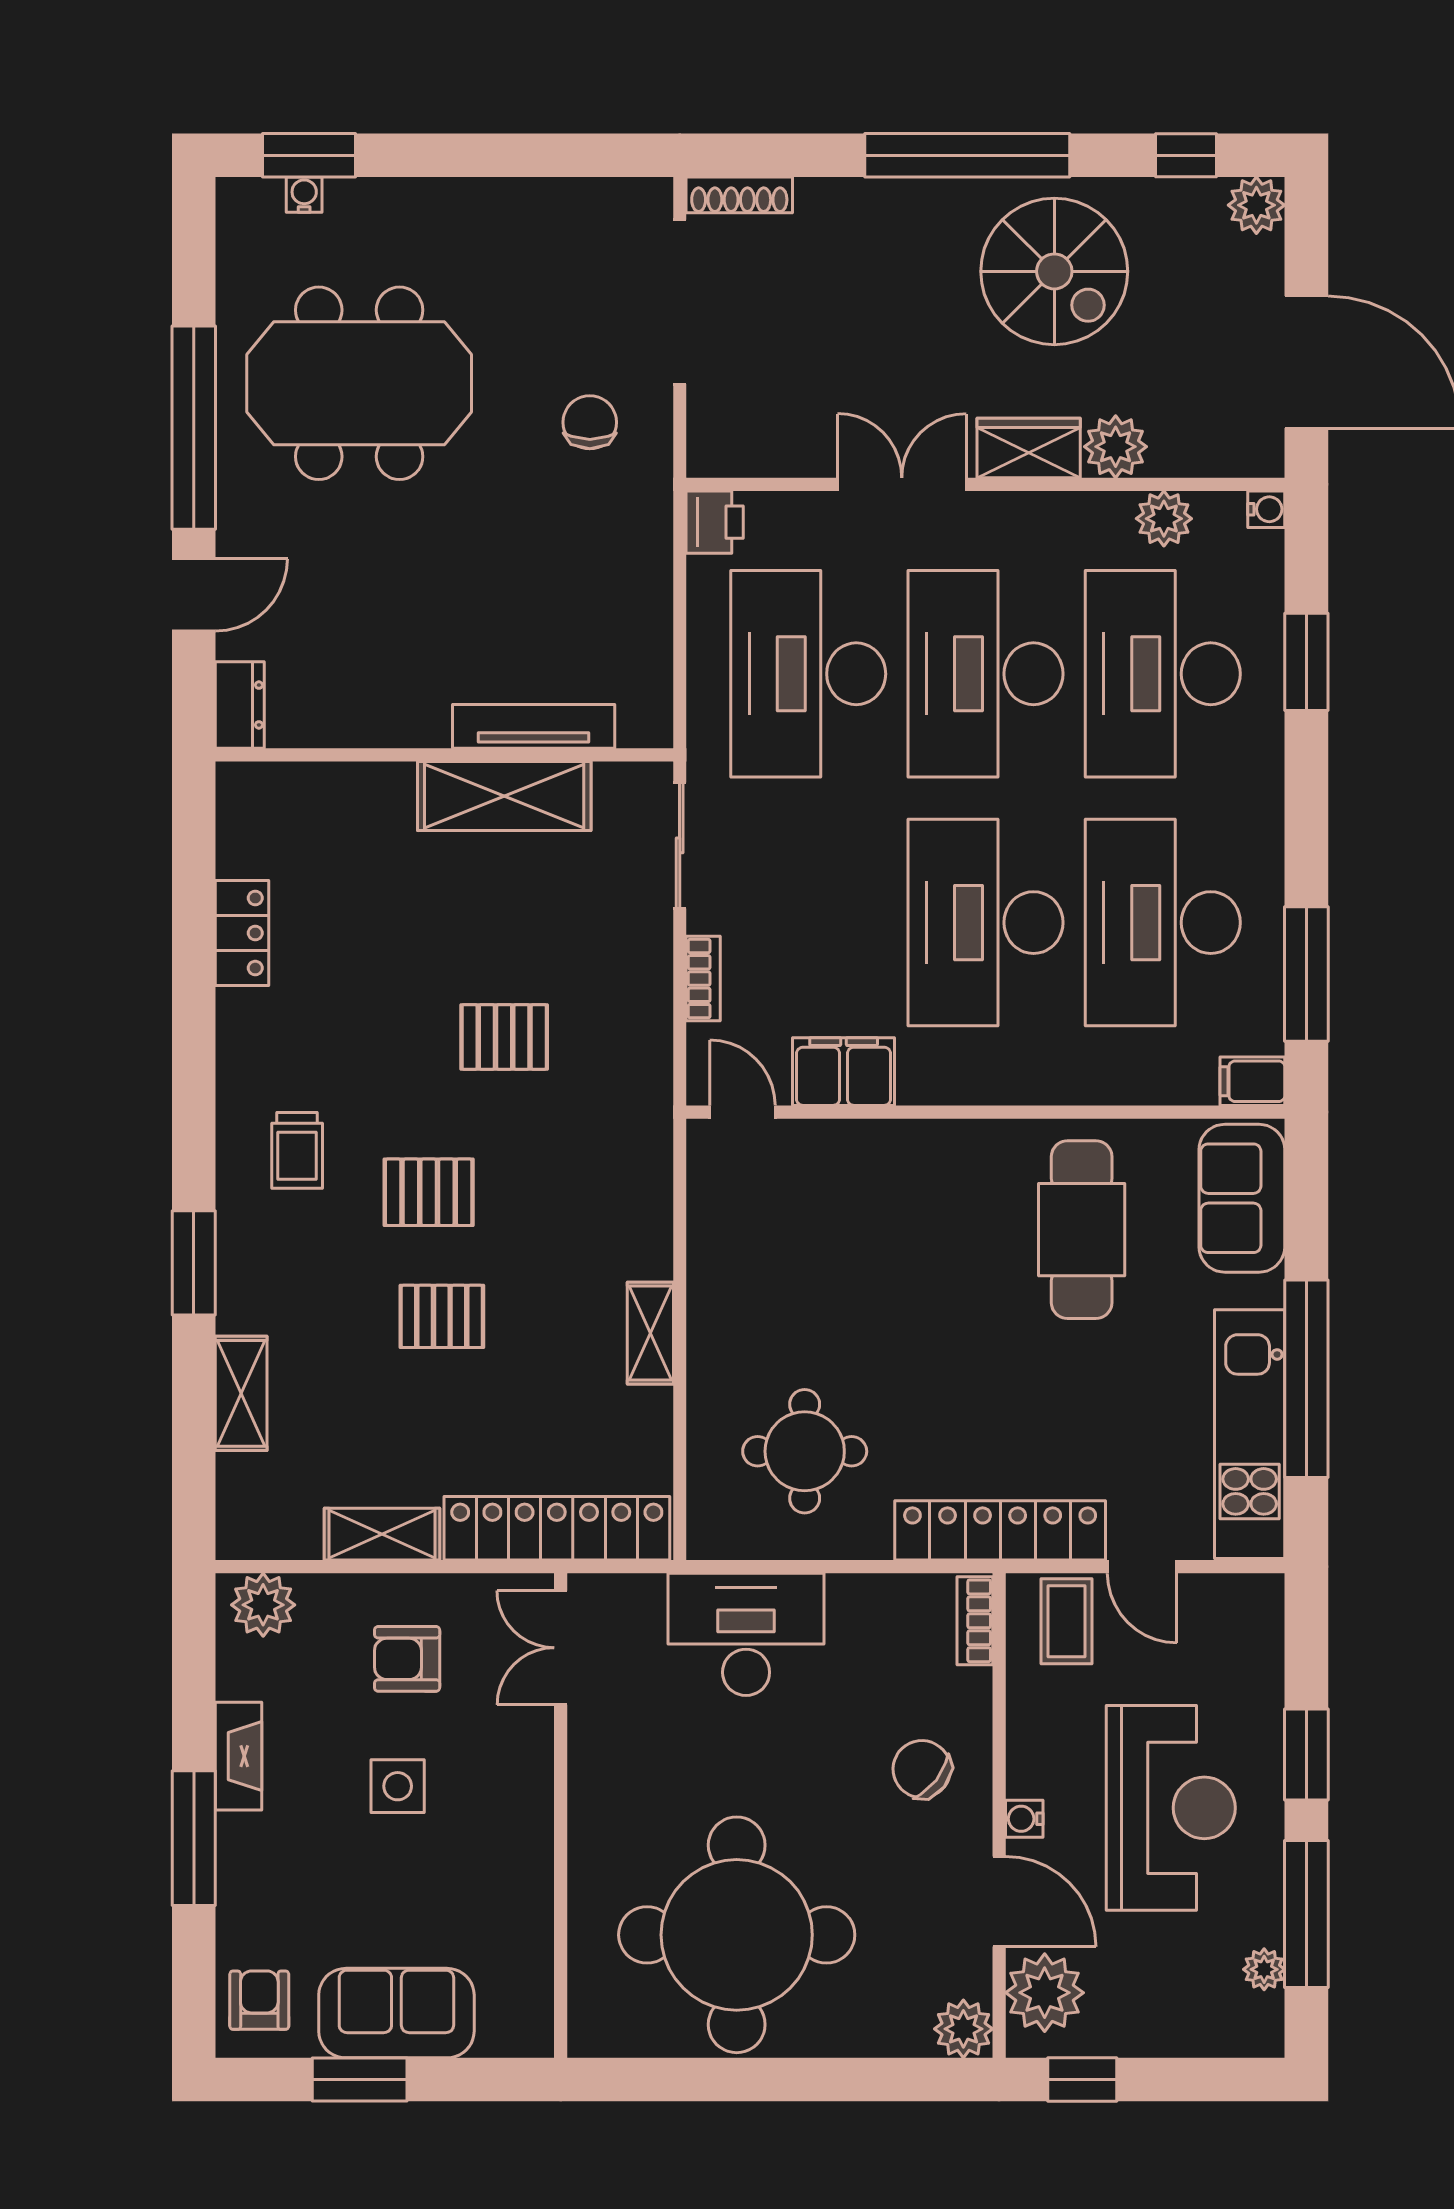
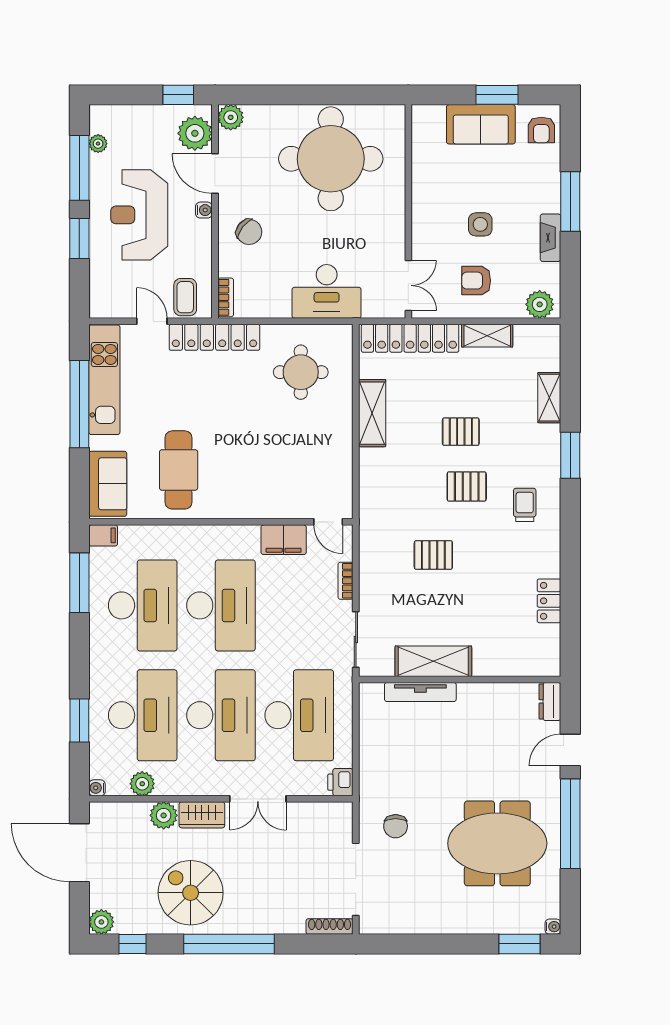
water cooler: (304, 195) -> (553, 927), moved, turned -90
shelving: (650, 1333) -> (372, 413), width x1.50, depth x1.33
armchair: (407, 1659) -> (476, 281), turned 180

